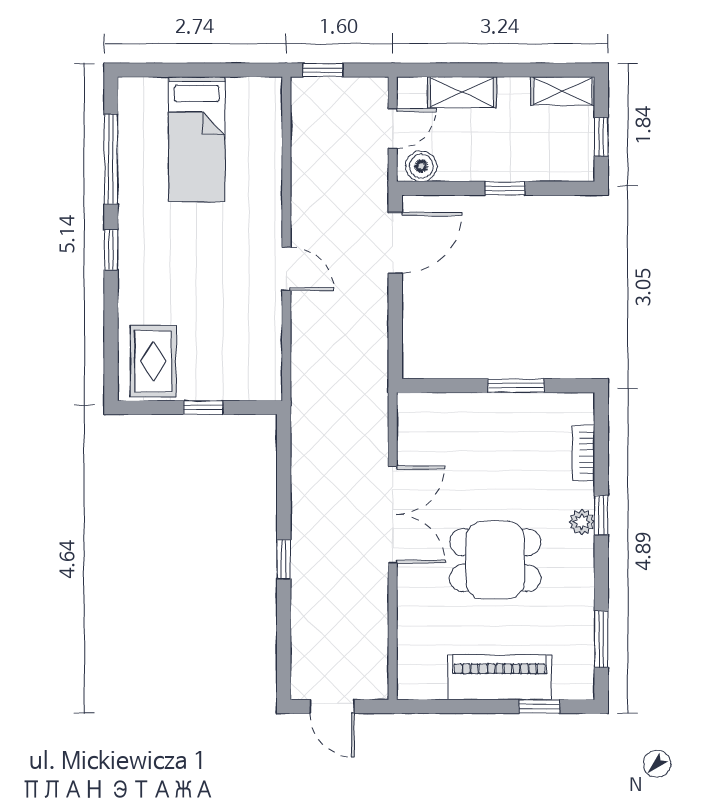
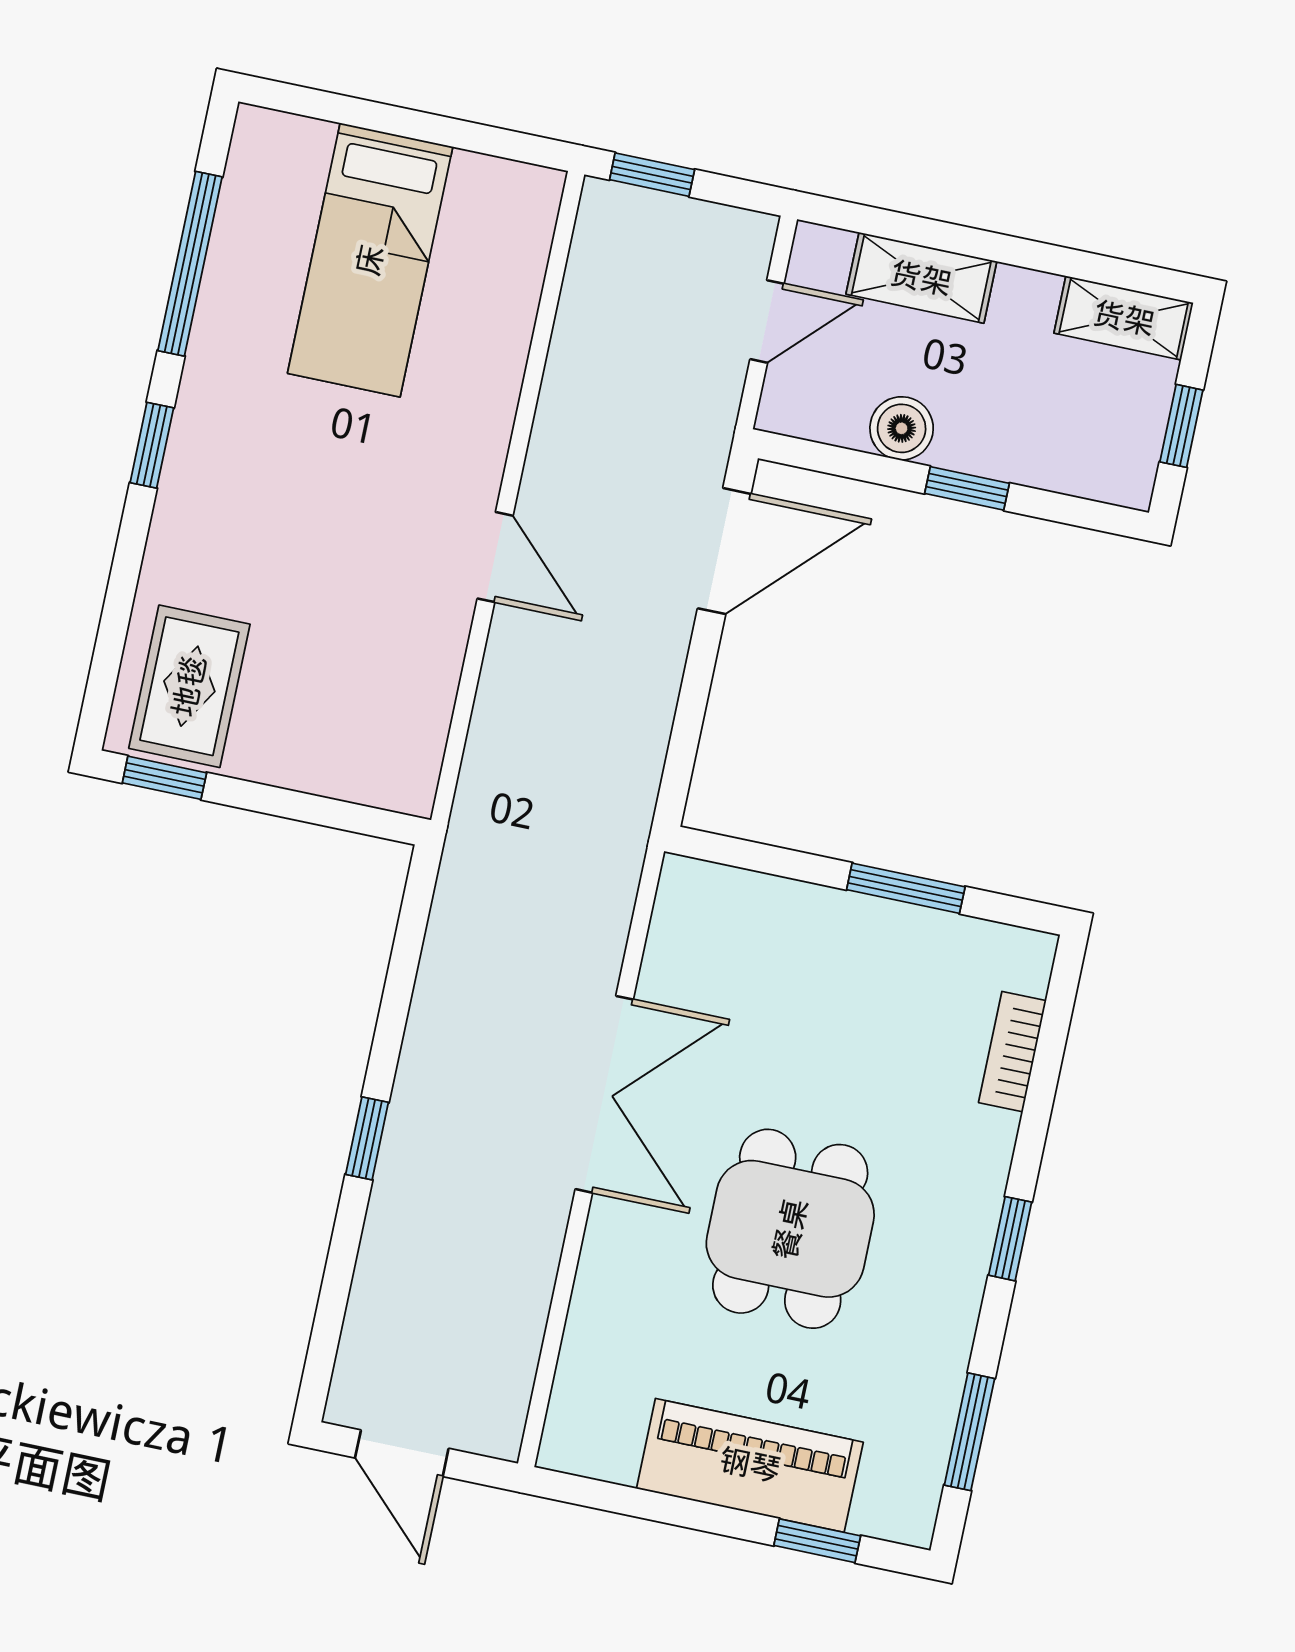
boiler: (421, 166) -> (902, 428), moved
window: (203, 408) -> (164, 778), moved
window: (601, 515) -> (1010, 1239), moved
plant: (582, 522) -> (980, 1189), removed
dining table: (495, 560) -> (790, 1229), turned 90

